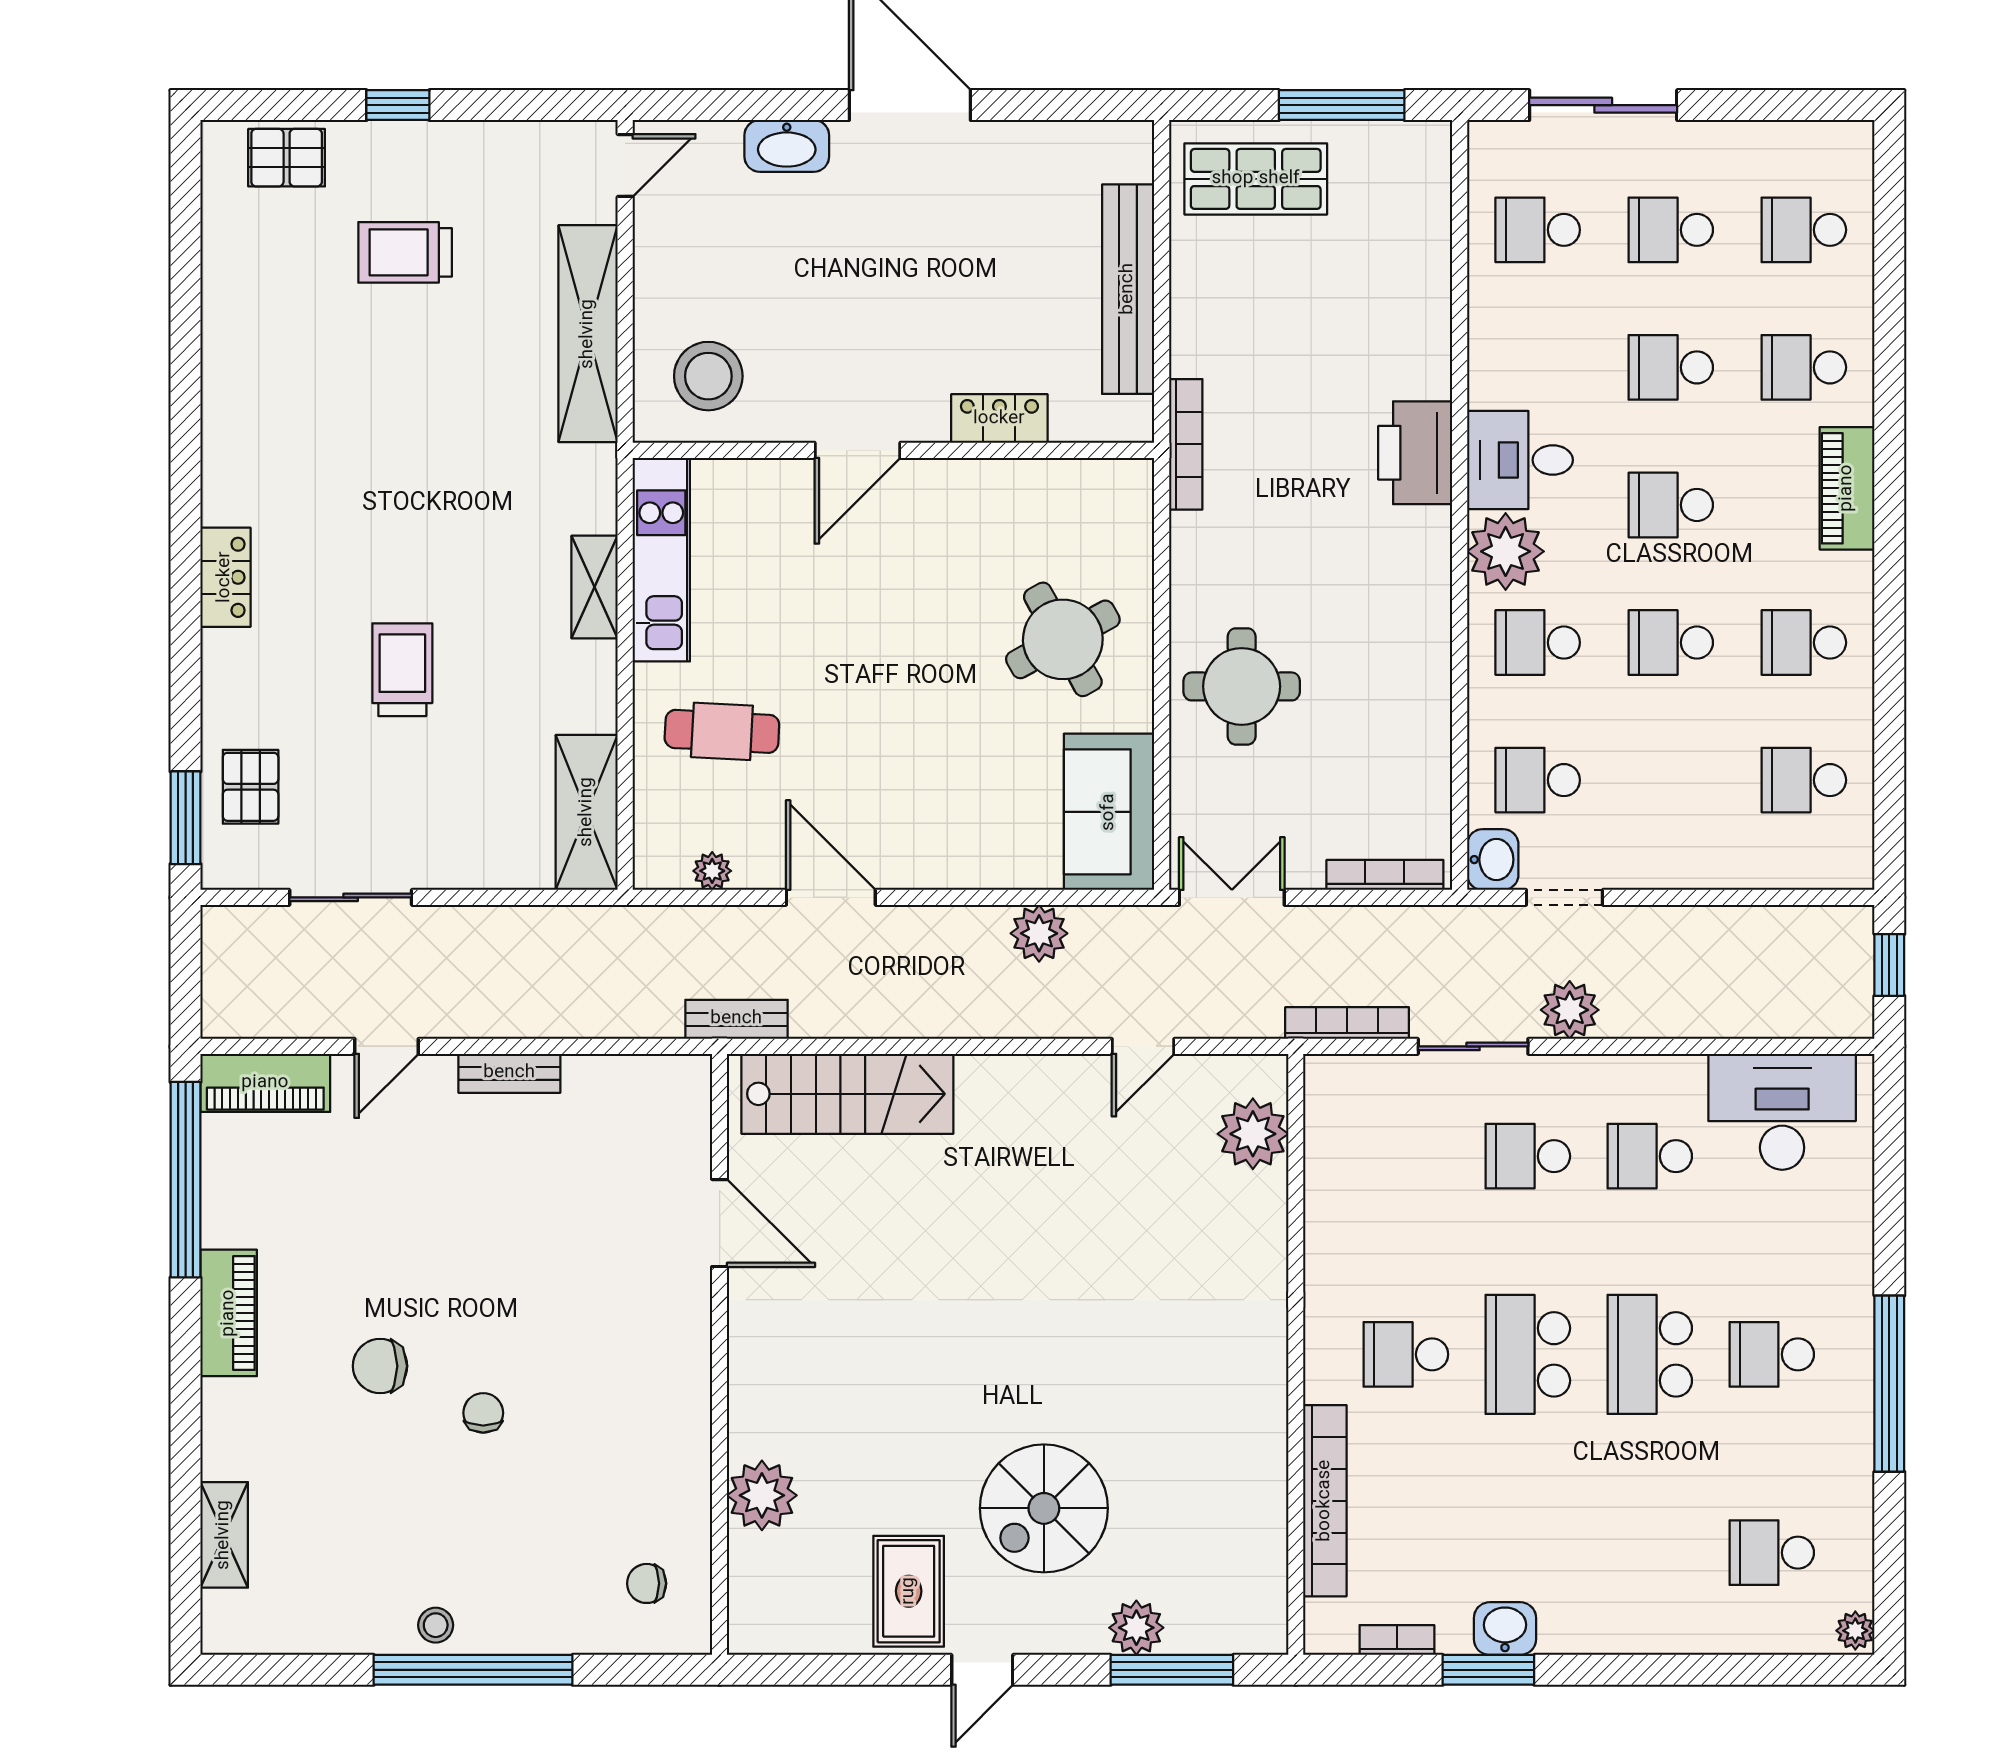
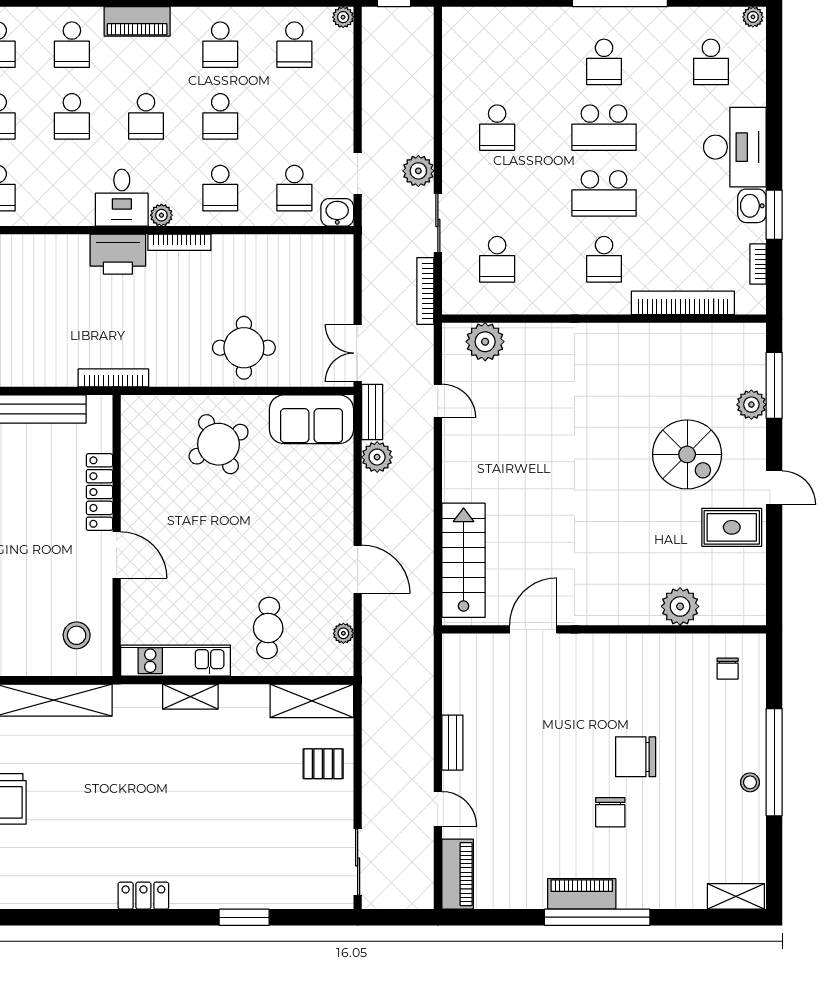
stool: (708, 376) -> (77, 635), width x0.73, depth x0.73
locker: (999, 419) -> (99, 492), width x1.53
plant: (1506, 551) -> (161, 215), width x0.53, depth x0.53
locker: (225, 577) -> (143, 896), moved
trolley: (402, 670) -> (235, 800), removed
pallet: (251, 787) -> (323, 764), moved
window: (186, 818) -> (244, 917), moved
plant: (1855, 870) -> (343, 17), added
bookcase: (1385, 875) -> (179, 242), moved, turned -90
sliding door: (351, 897) -> (358, 862), moved
door: (831, 897) -> (358, 569), swing flipped
bench: (736, 1019) -> (372, 412), moved
desk: (1782, 1112) -> (735, 147), moved, turned 180
school desk: (1528, 1156) -> (497, 259), moved
window: (186, 1180) -> (597, 917), moved
chair: (483, 1413) -> (636, 757), width x1.87, depth x1.87
shelving: (224, 1535) -> (736, 896), moved

